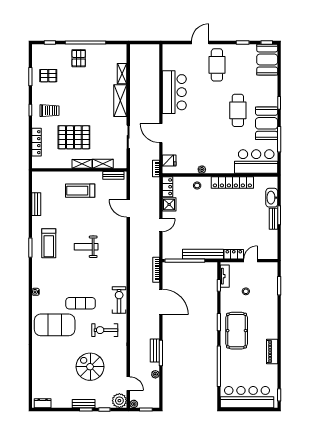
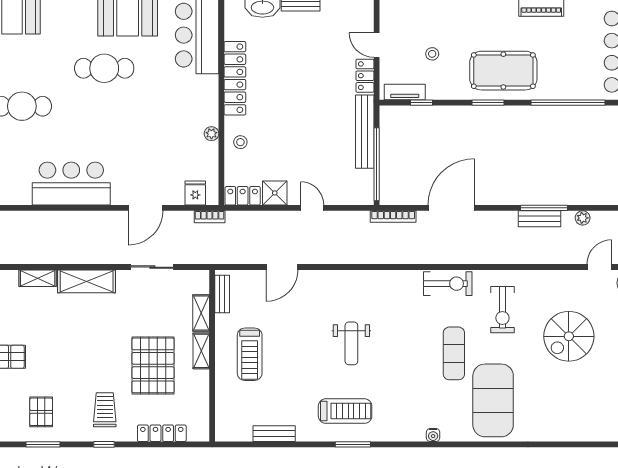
exercise bike: (119, 300) -> (448, 284), turned 180

